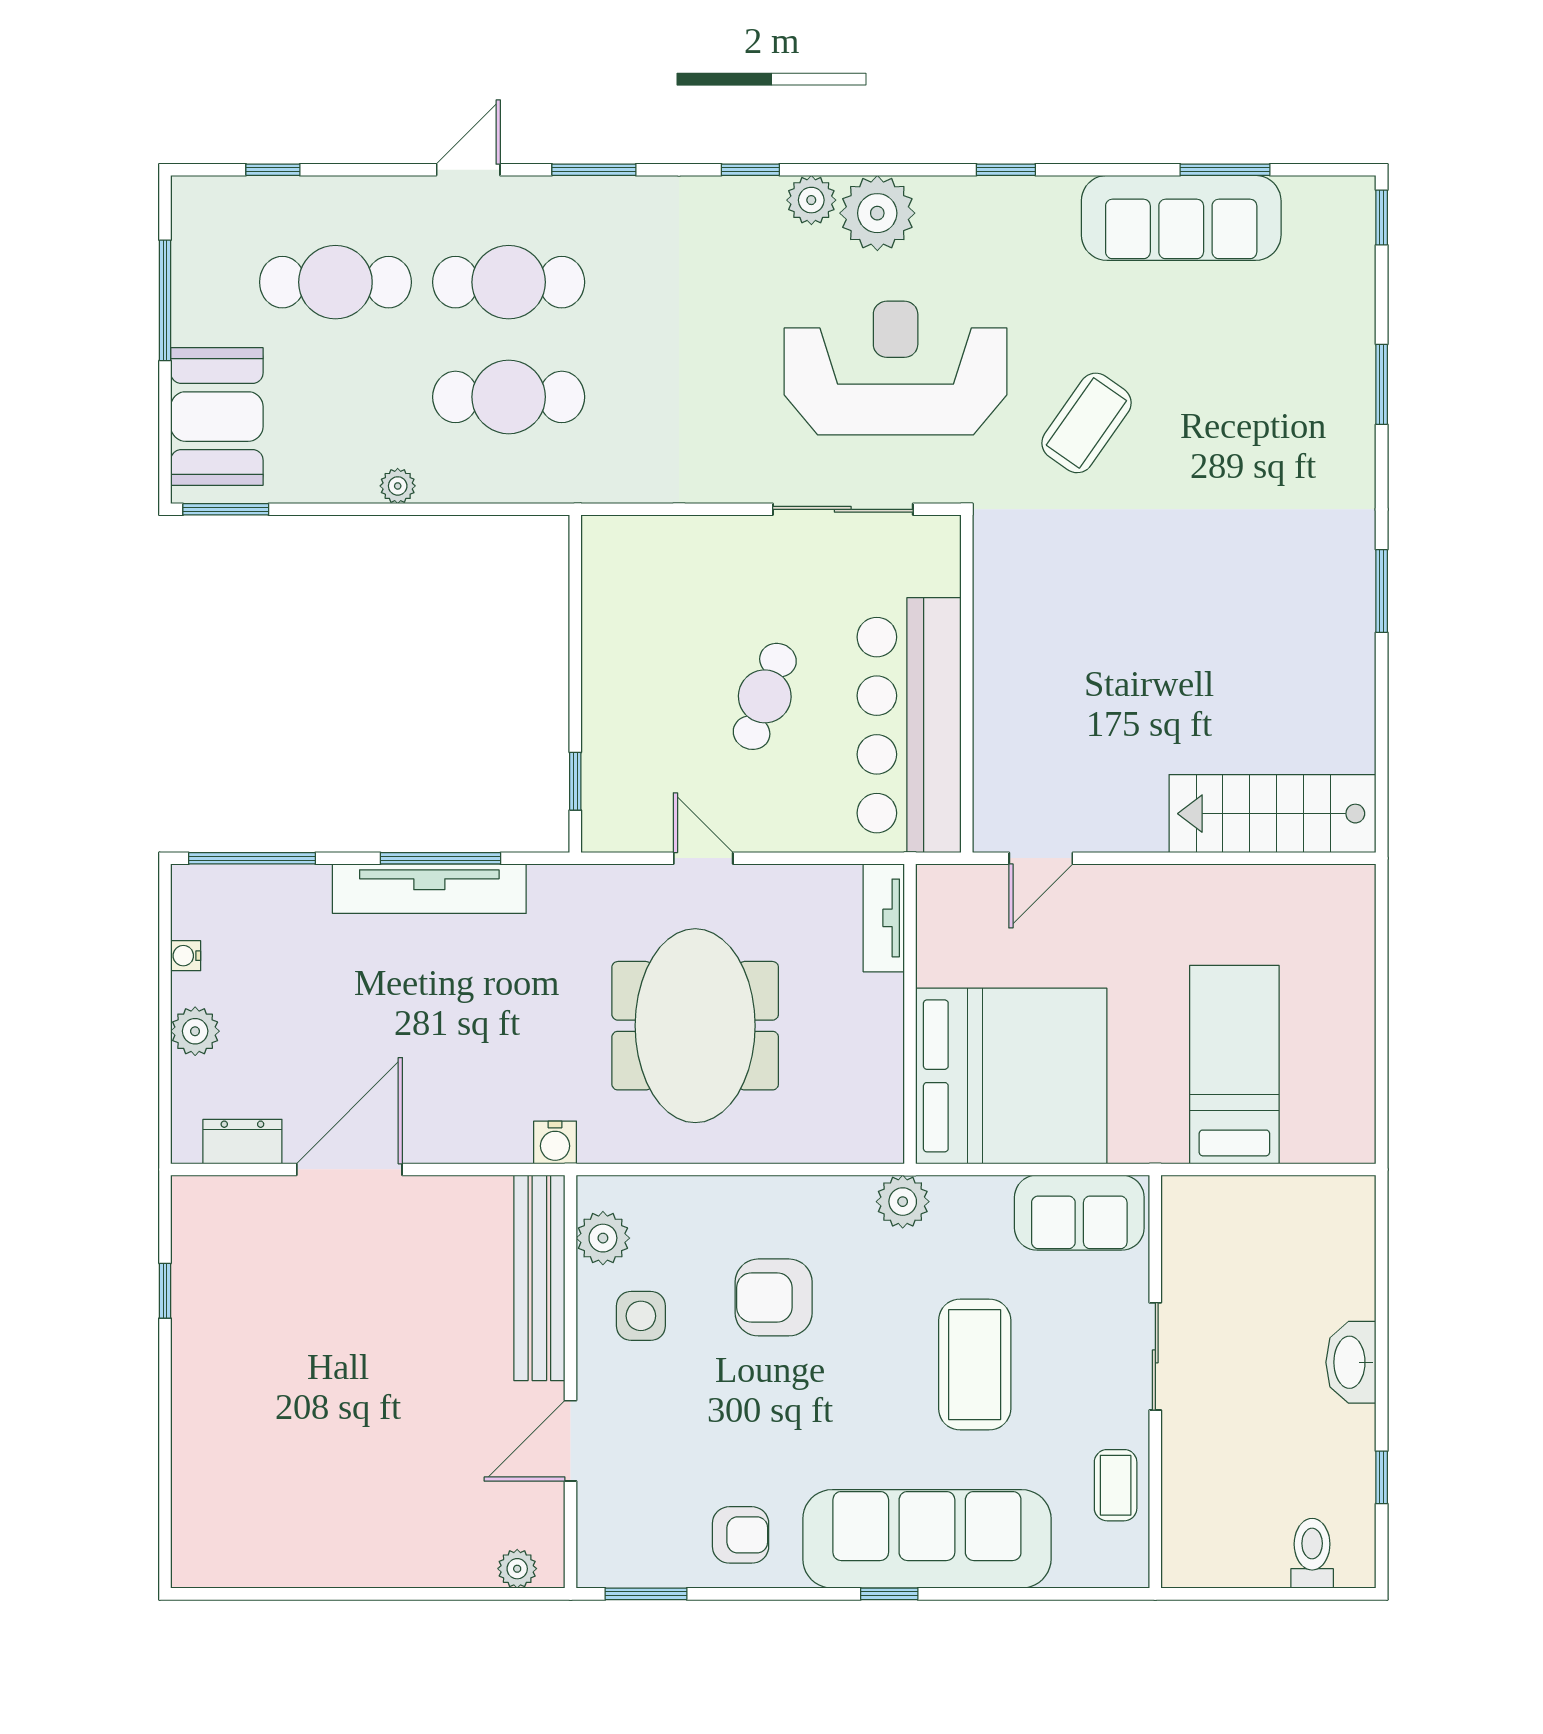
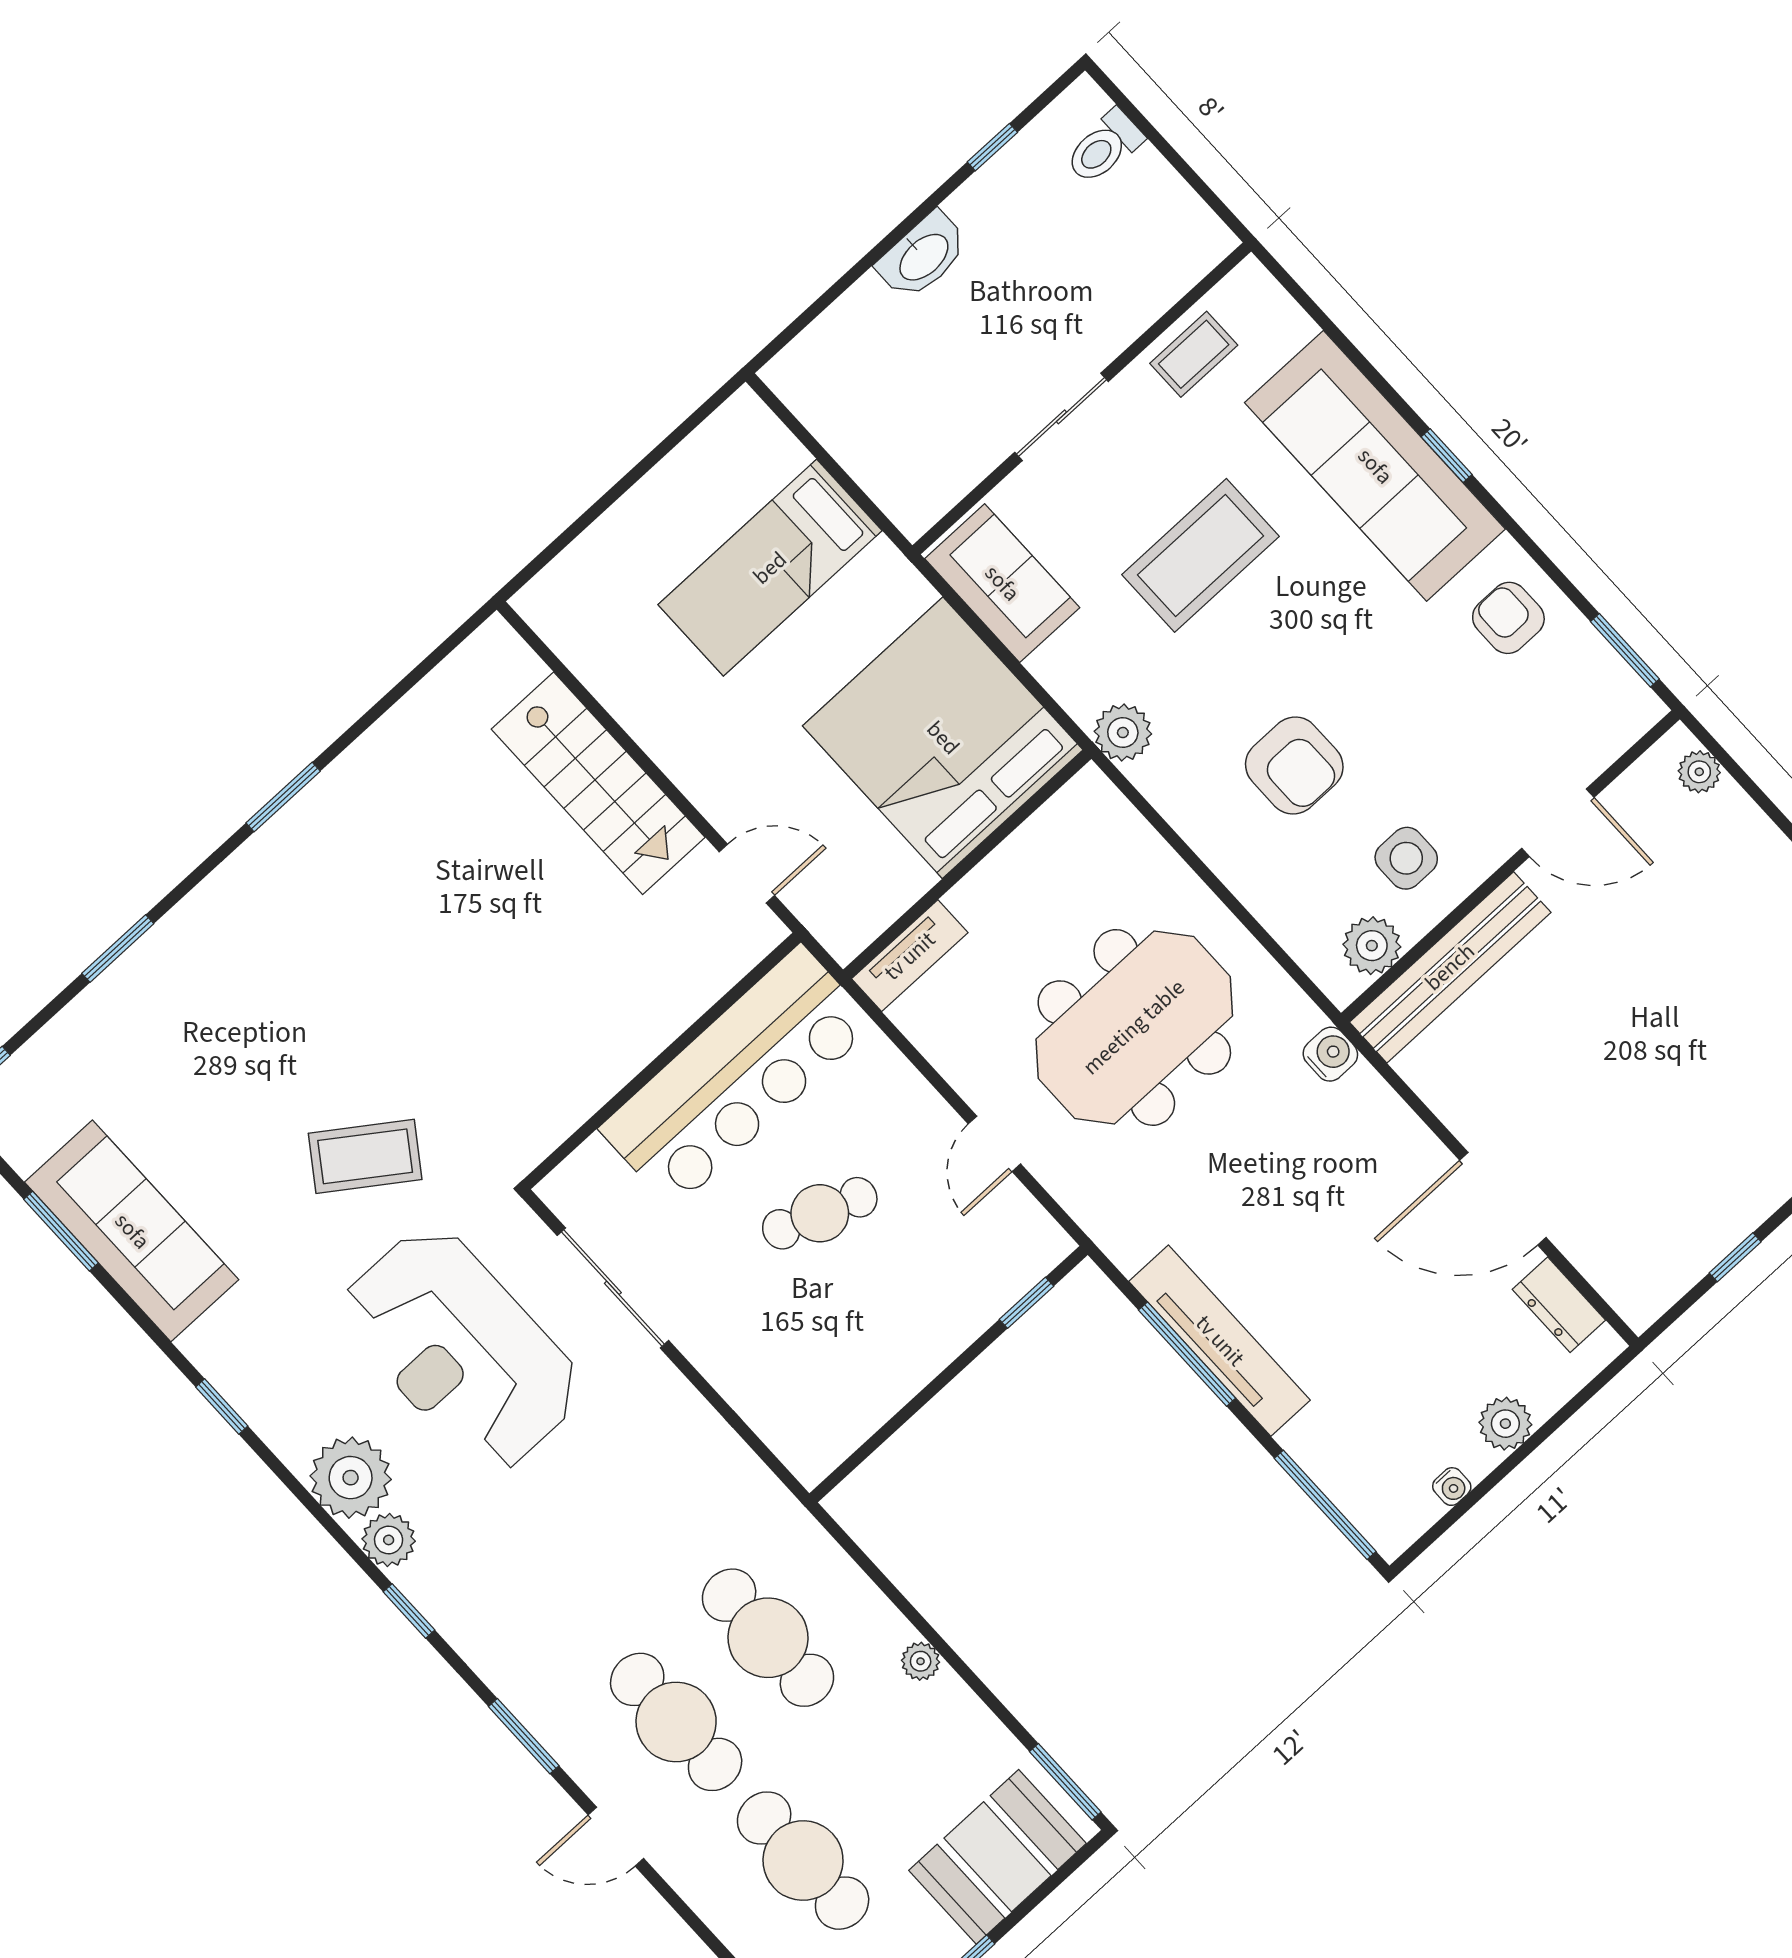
stairs: (1273, 814) -> (598, 783), moved

